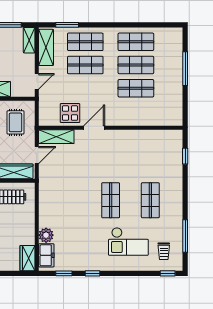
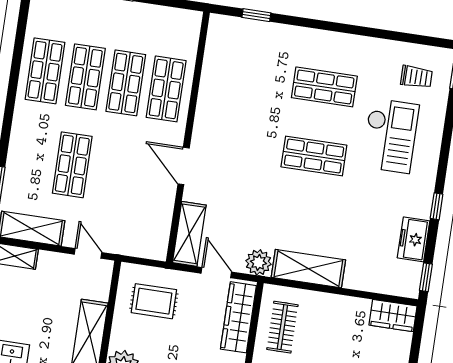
shop shelf: (85, 42) -> (166, 89), moved
display table: (70, 113) -> (152, 204), removed
shelving: (47, 207) -> (308, 269), added
plant: (46, 235) -> (258, 262), moved
window: (185, 236) -> (396, 36), removed
freezer: (46, 255) -> (414, 239), moved, turned -90
window: (64, 273) -> (426, 277), moved

